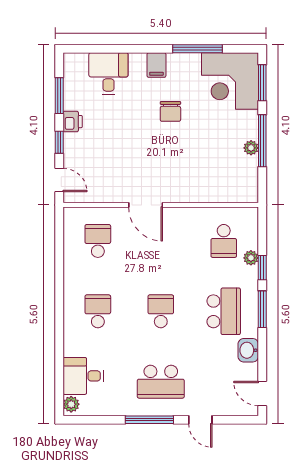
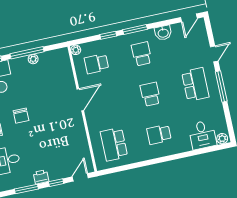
chair: (170, 111) -> (21, 116), turned 90
door: (146, 205) -> (80, 100), moved
school desk: (98, 241) -> (114, 144), width x1.85
school desk: (224, 241) -> (97, 64), turned 180
plant: (251, 258) -> (76, 50), moved
school desk: (161, 311) -> (150, 94), turned 90
school desk: (224, 311) -> (142, 54), width x0.54

